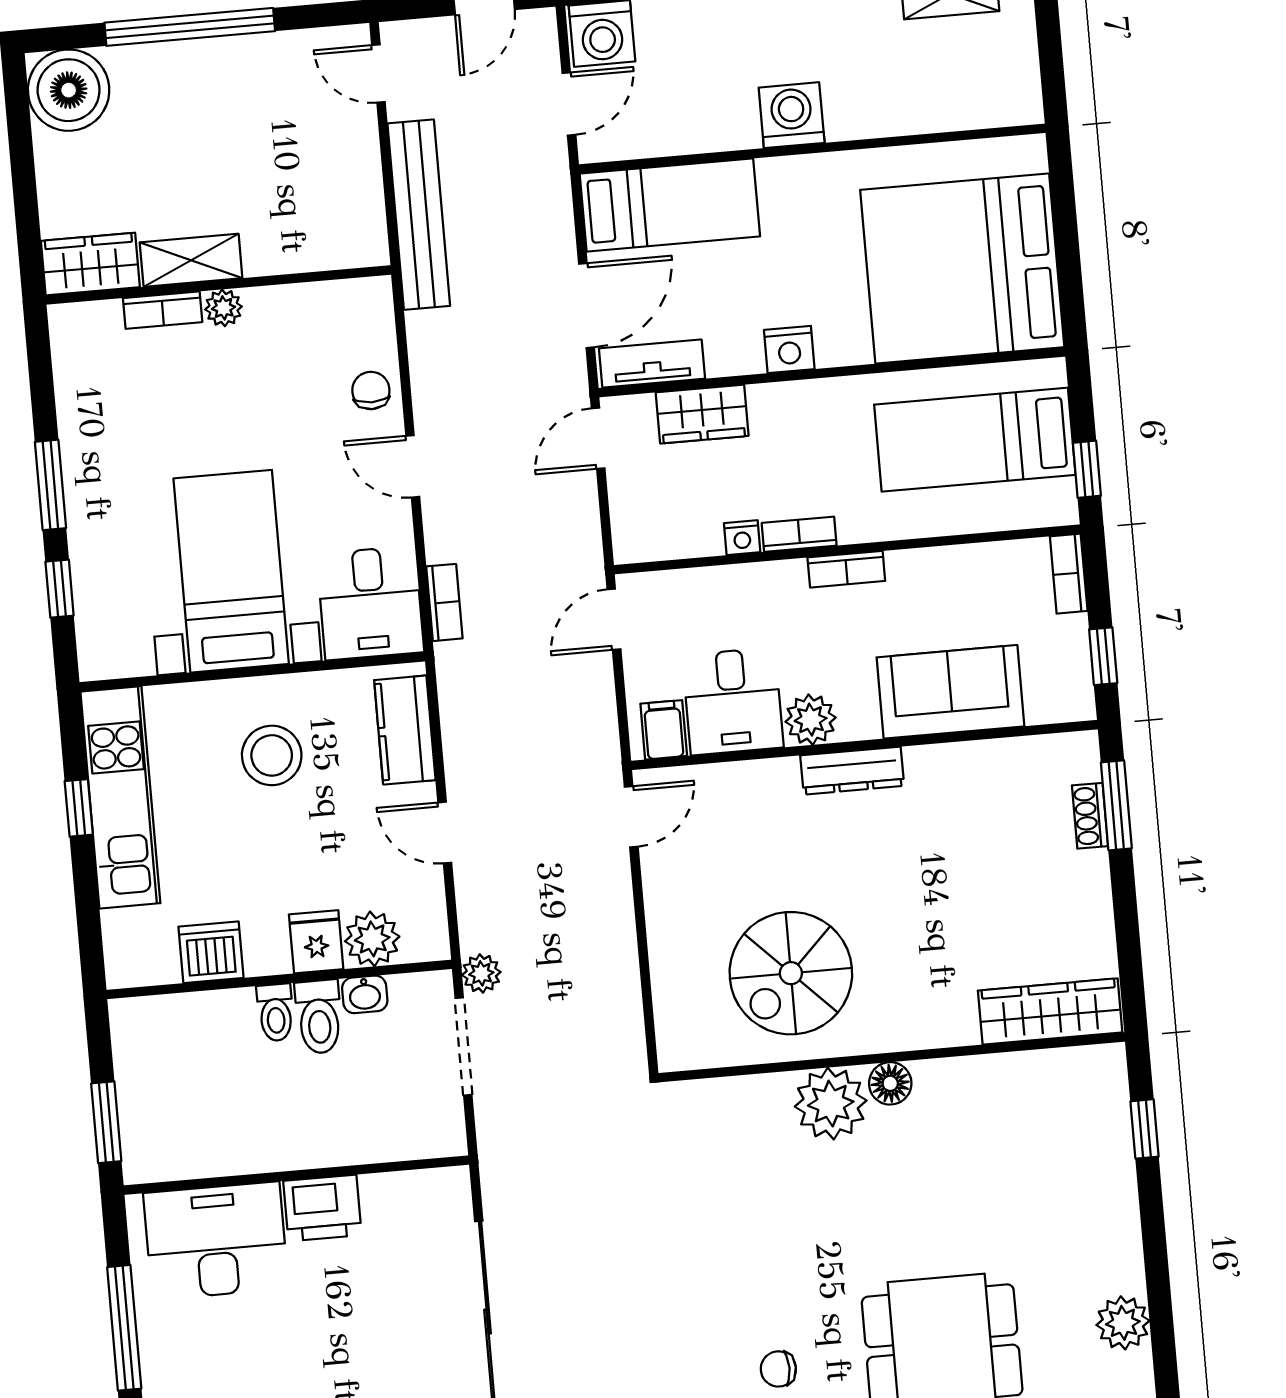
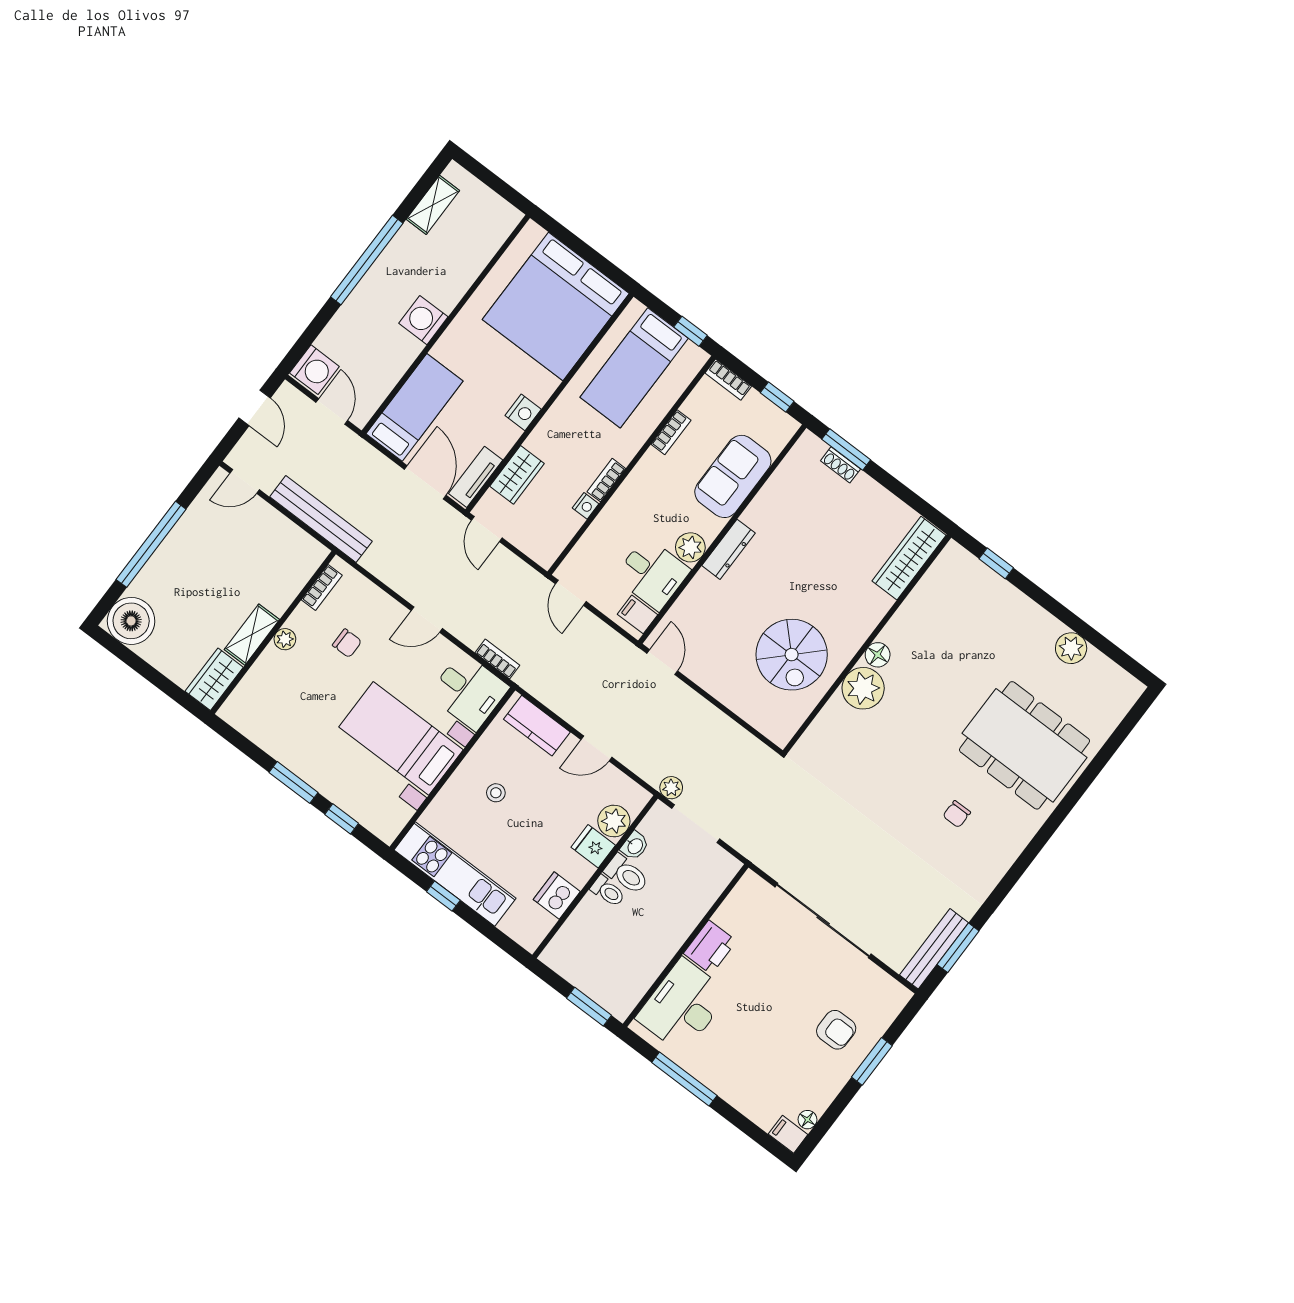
bookcase: (163, 310) -> (322, 588), moved
chair: (371, 390) -> (347, 643), moved, turned 180
bookcase: (846, 569) -> (671, 432), moved
stool: (272, 755) -> (496, 793), width x0.53, depth x0.53

